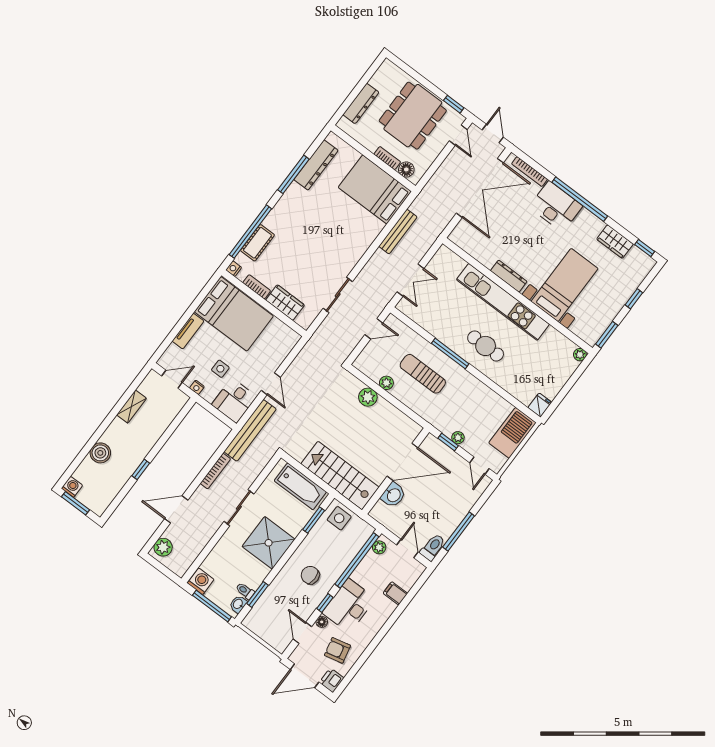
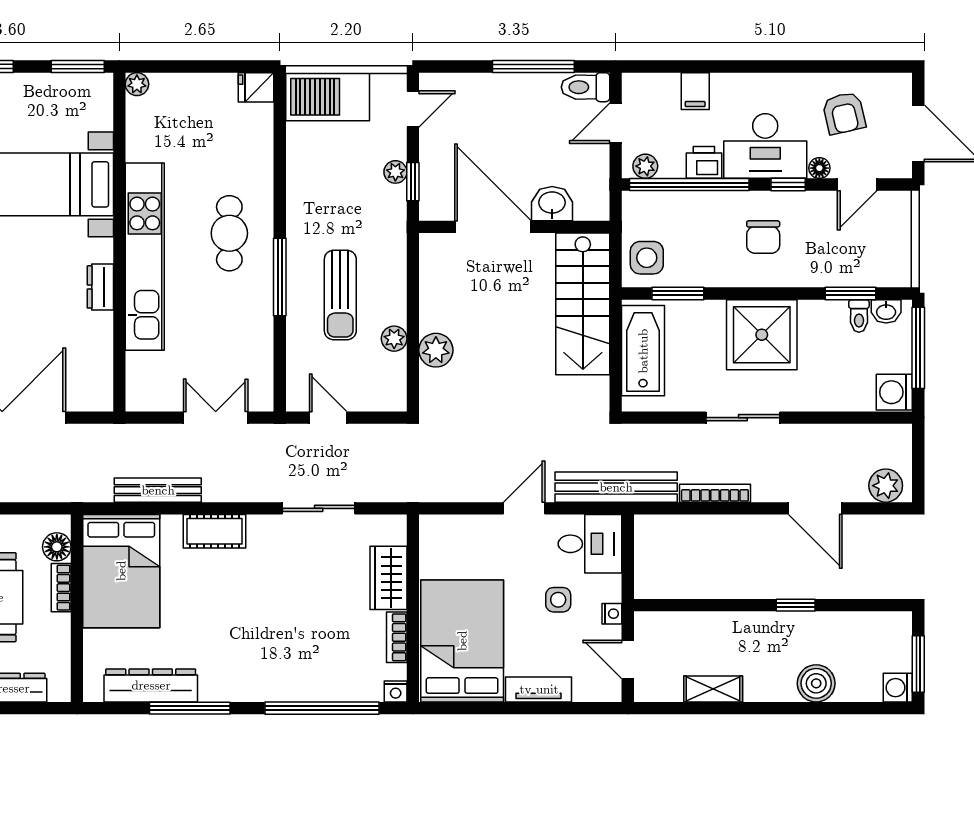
cot: (257, 243) -> (215, 531), moved
dresser: (509, 276) -> (100, 287), width x0.70
printer: (332, 680) -> (704, 162), moved, turned 180

